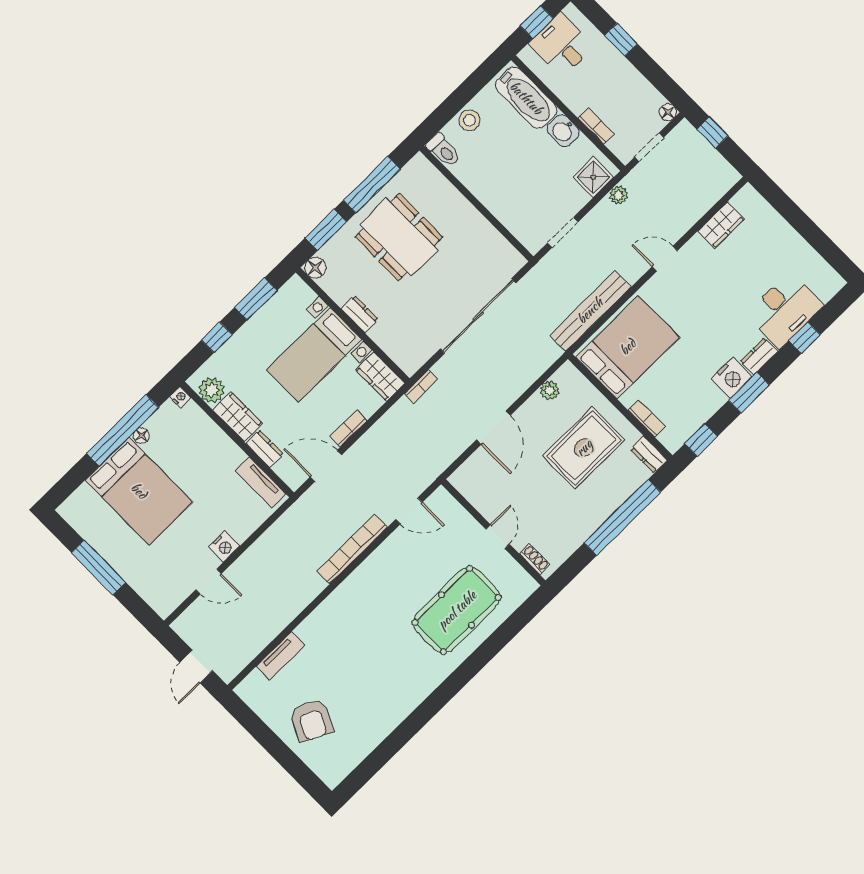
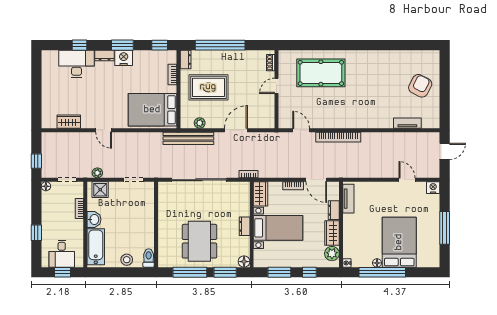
bench: (590, 311) -> (188, 138), moved
nightstand: (224, 546) -> (433, 188), moved

